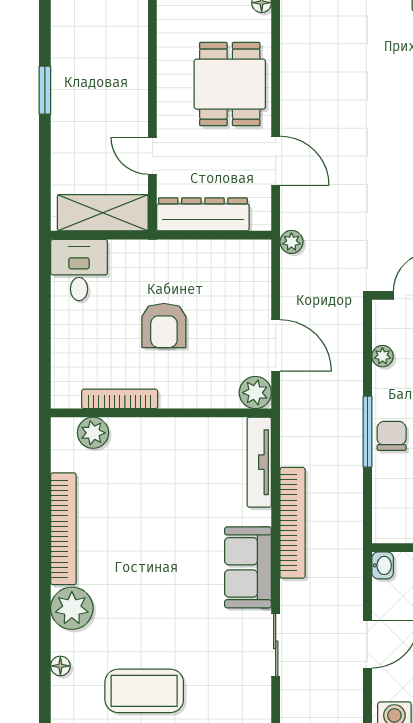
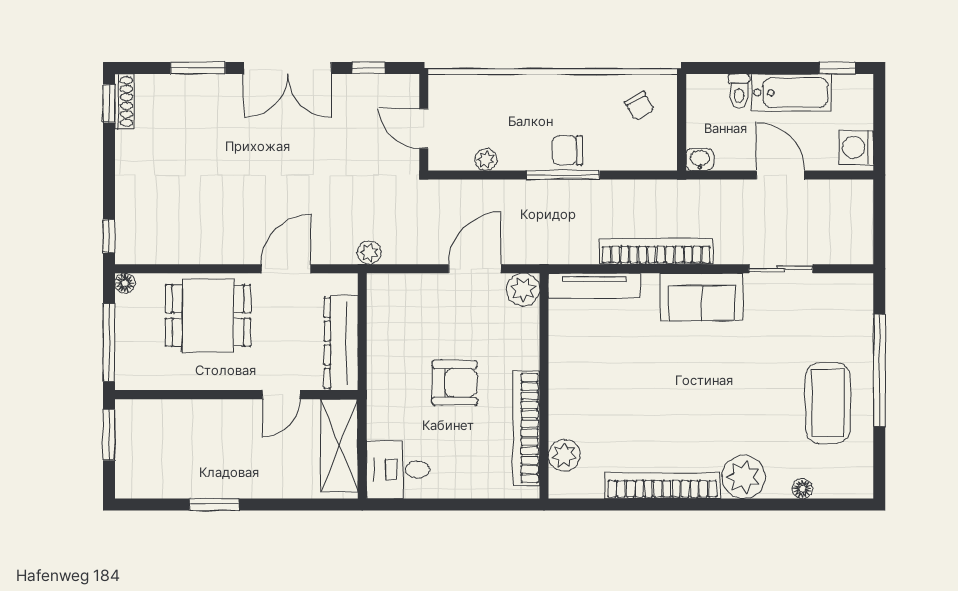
bookcase: (120, 399) -> (527, 428), width x1.48, depth x1.31

